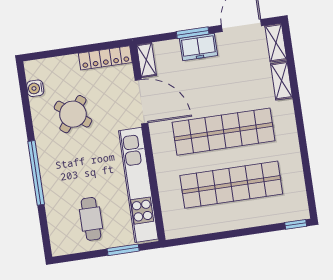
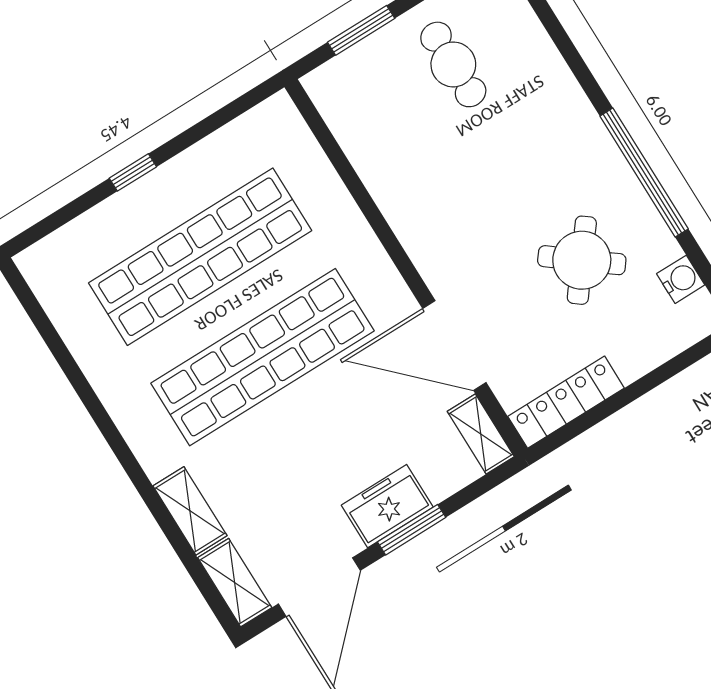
window: (36, 173) -> (644, 172), moved
kitchen unit: (138, 185) -> (388, 175), removed
window: (296, 224) -> (133, 172), moved

